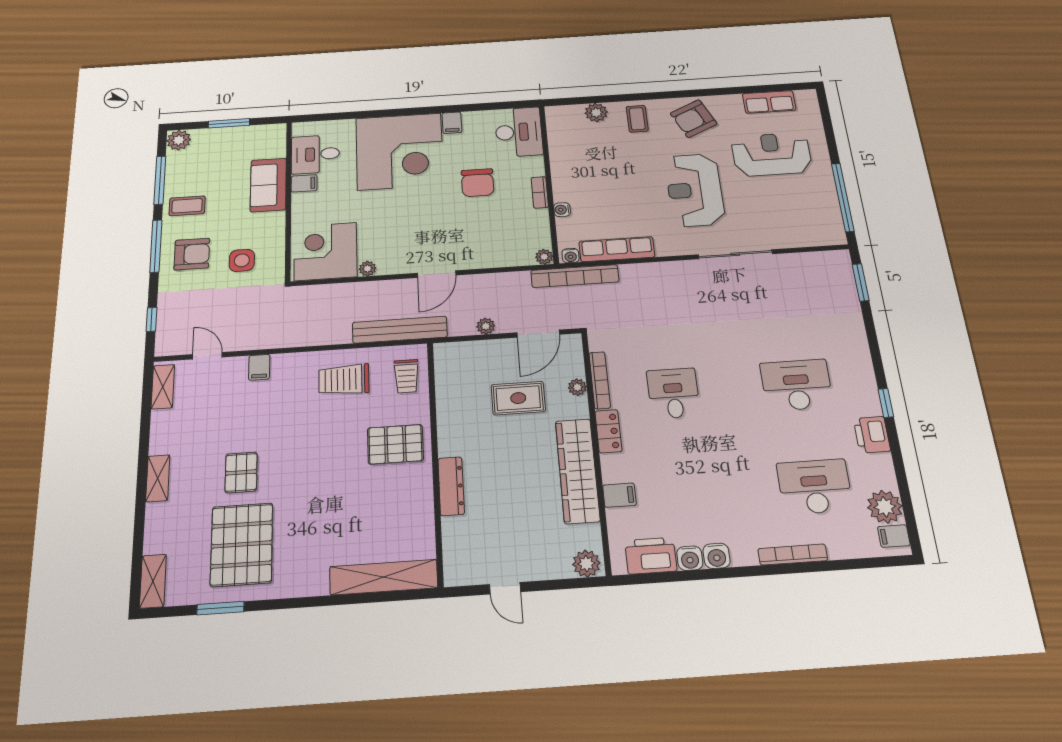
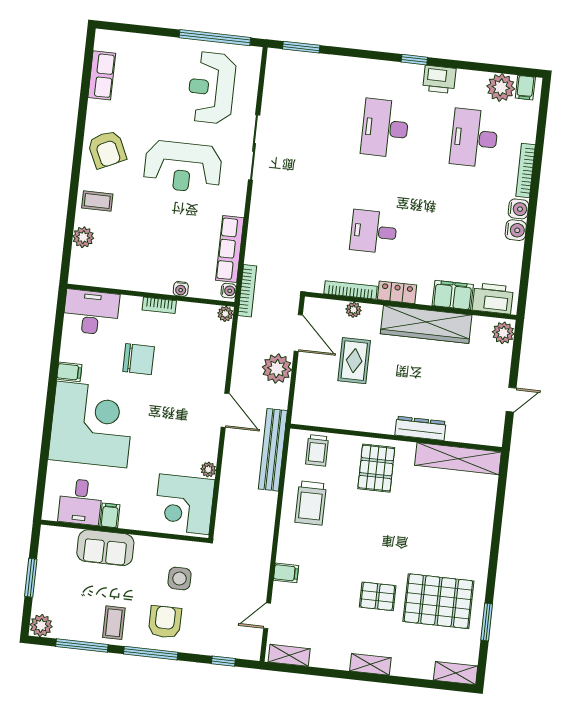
reception desk: (771, 154) -> (211, 88), moved
bookcase: (575, 276) -> (247, 291), width x0.68, depth x0.76
plant: (486, 326) -> (277, 369), width x1.88, depth x1.88
trolley: (406, 376) -> (317, 450), turned 90
filing cabinet: (619, 495) -> (453, 295), width x2.00
printer: (651, 556) -> (493, 298), moved, turned 90
water cooler: (690, 558) -> (518, 209), moved
shelving: (384, 577) -> (458, 459), moved, turned 90

